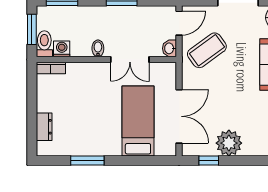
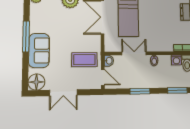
door: (179, 23) -> (103, 77), swing flipped
coffee table: (207, 50) -> (84, 60), turned 36

